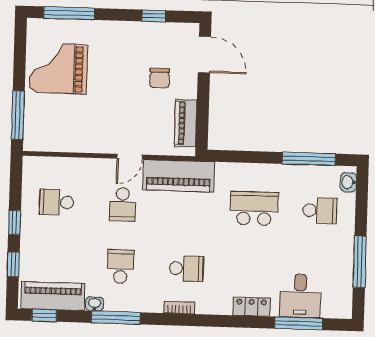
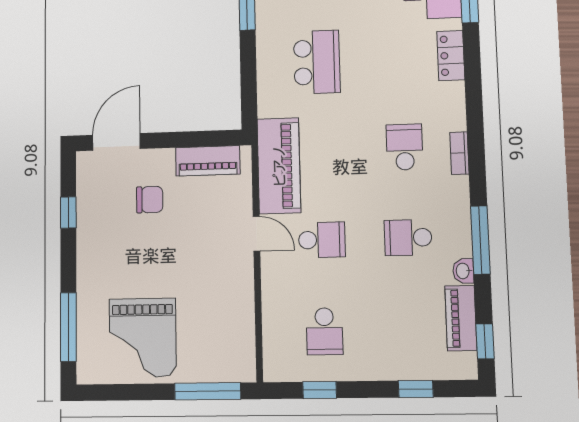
school desk: (254, 208) -> (317, 62), turned 180
window: (15, 222) -> (320, 390), moved
piano: (53, 296) -> (461, 318), width x0.73, depth x0.75

